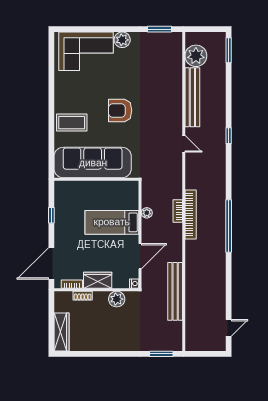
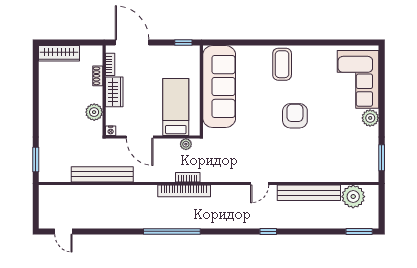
sofa: (93, 163) -> (219, 87), moved
wall: (96, 179) -> (201, 90), moved

